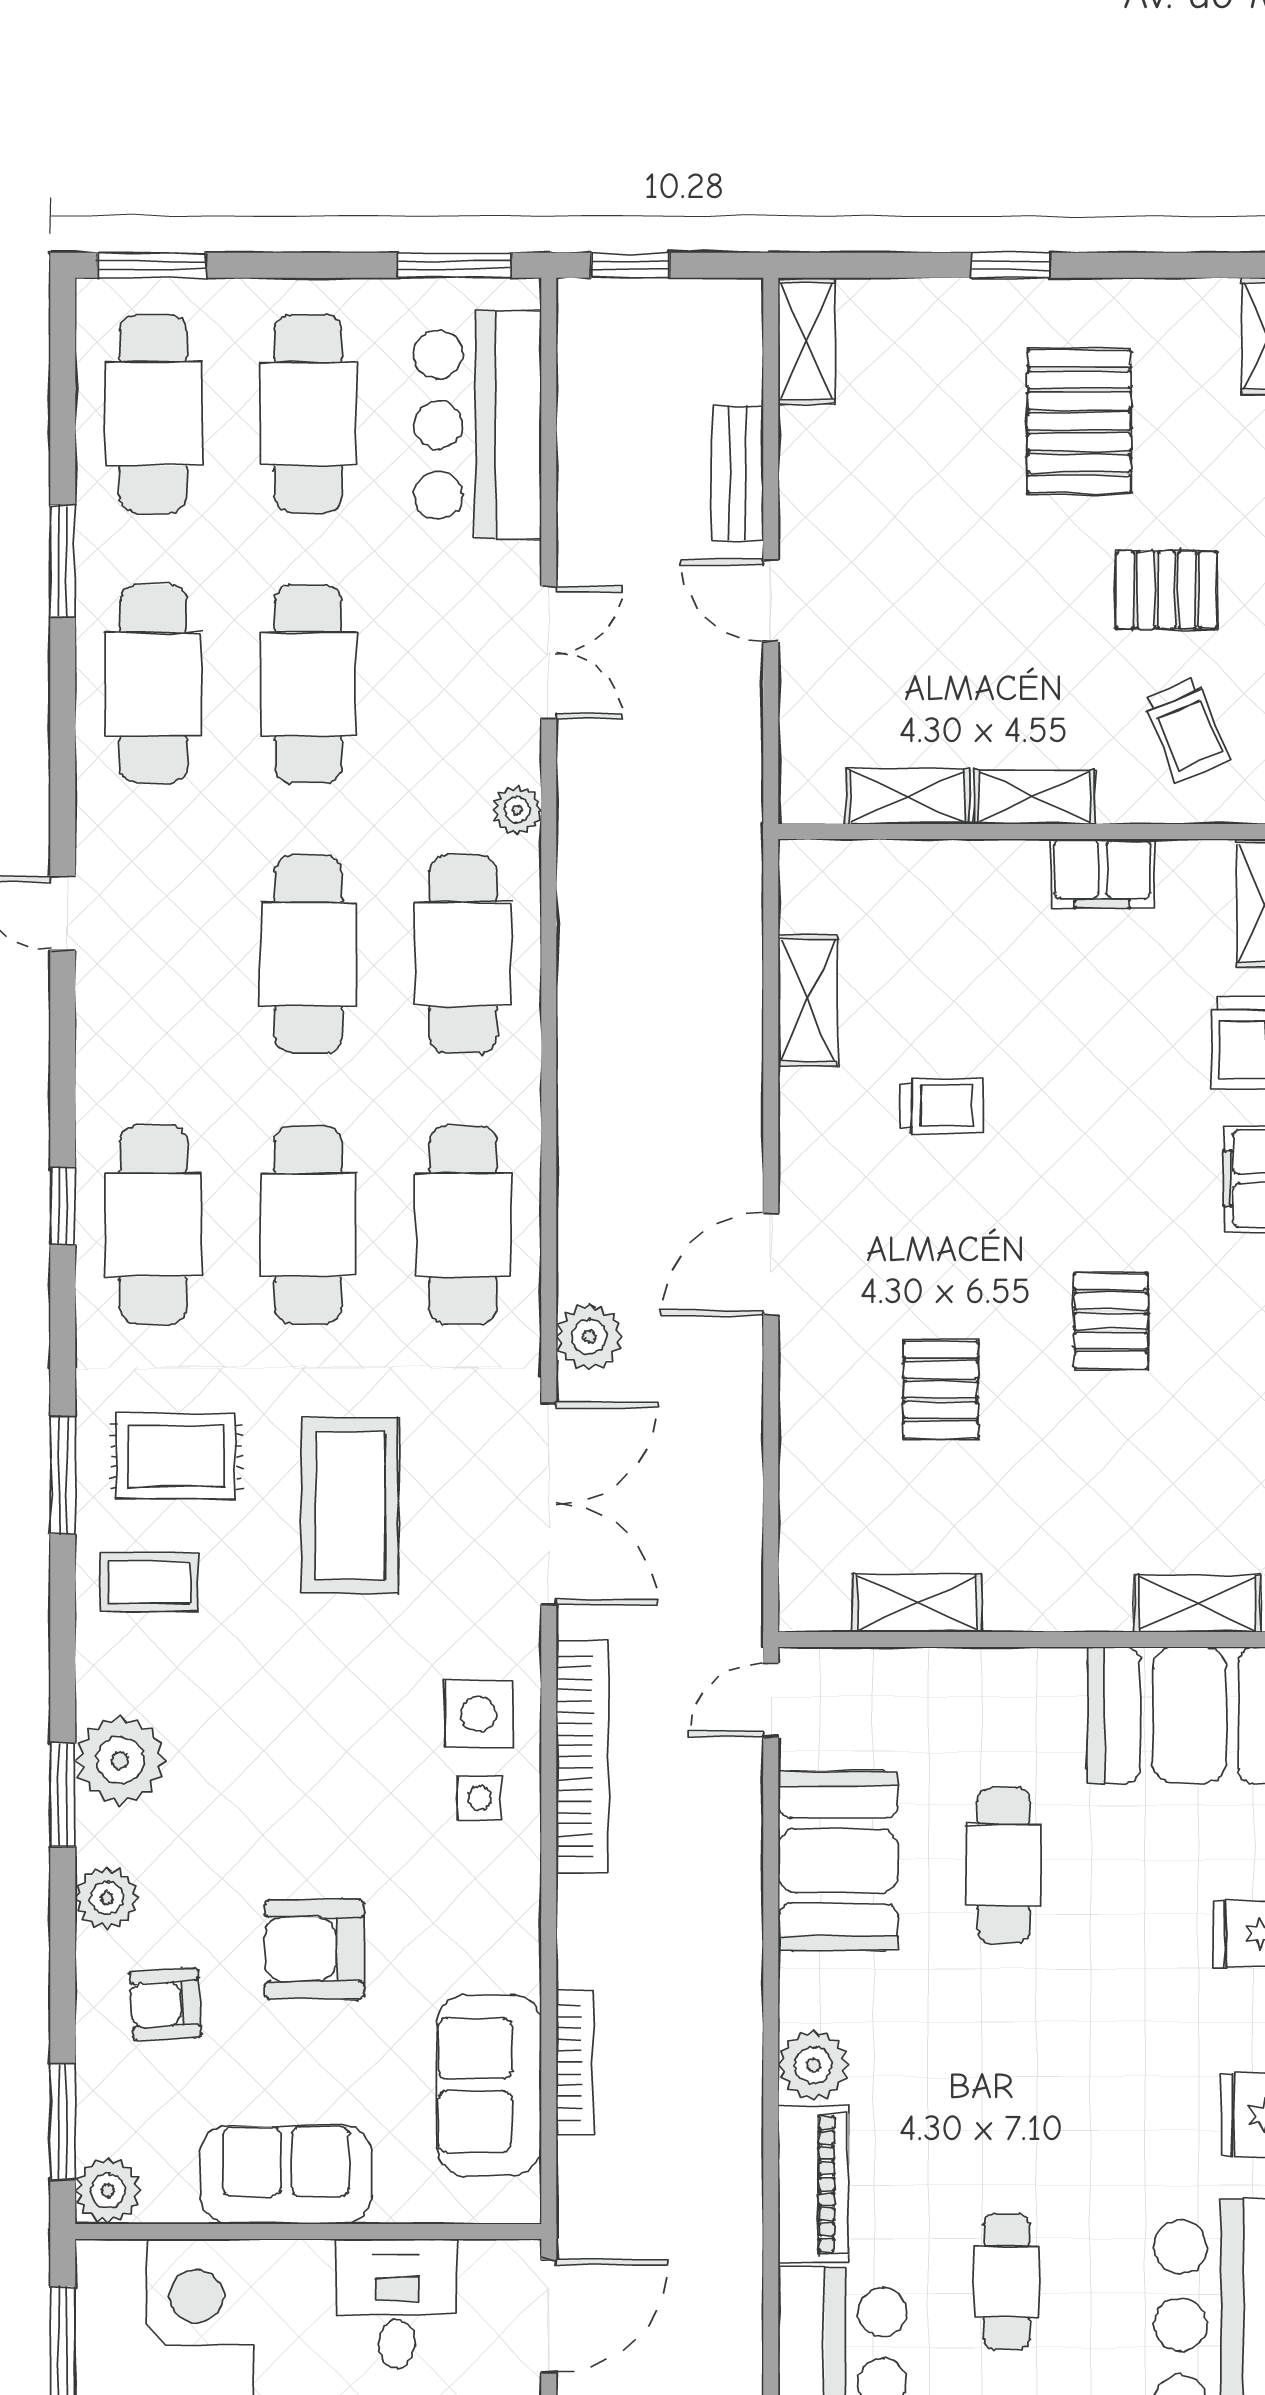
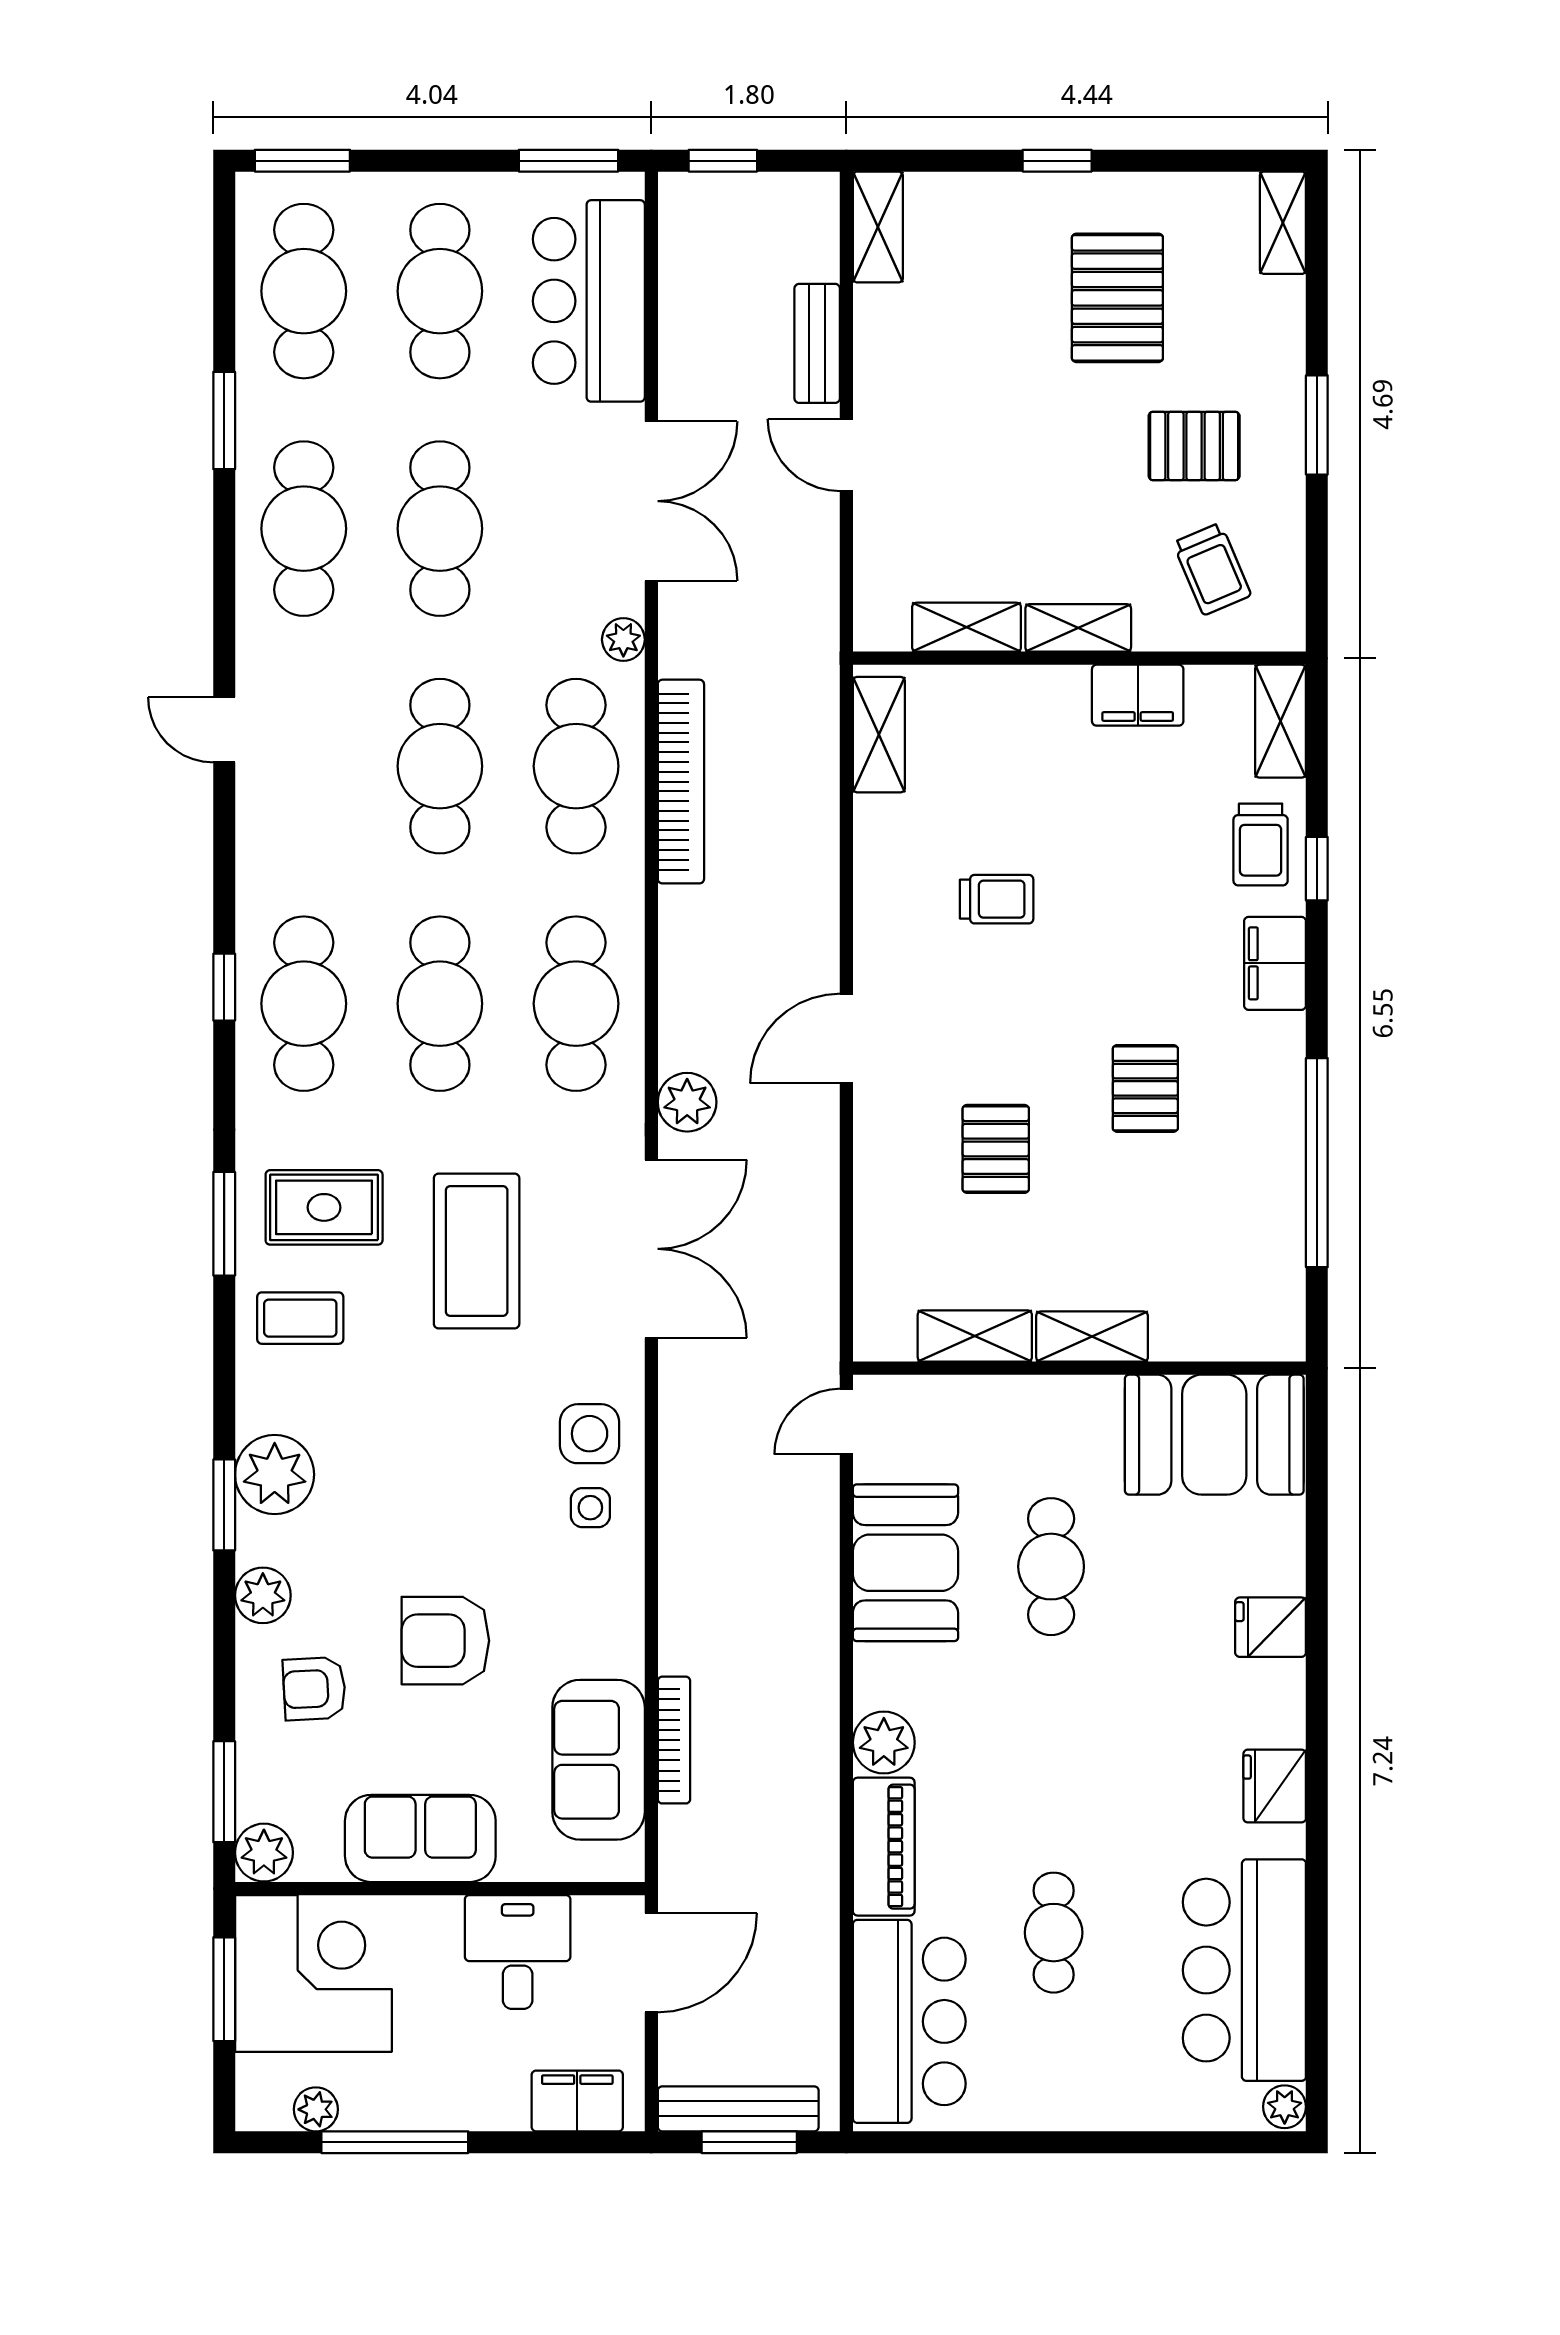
double door: (549, 653) -> (651, 501), width x1.37
shelving: (808, 1000) -> (879, 735), moved
shelving: (1197, 1603) -> (1092, 1337), moved
bookcase: (582, 1757) -> (681, 782), moved

